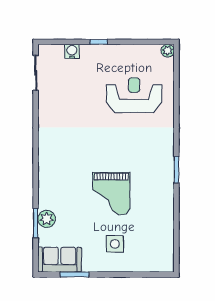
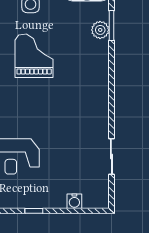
window: (99, 42) -> (34, 211), moved
sliding door: (36, 73) -> (111, 156), moved

